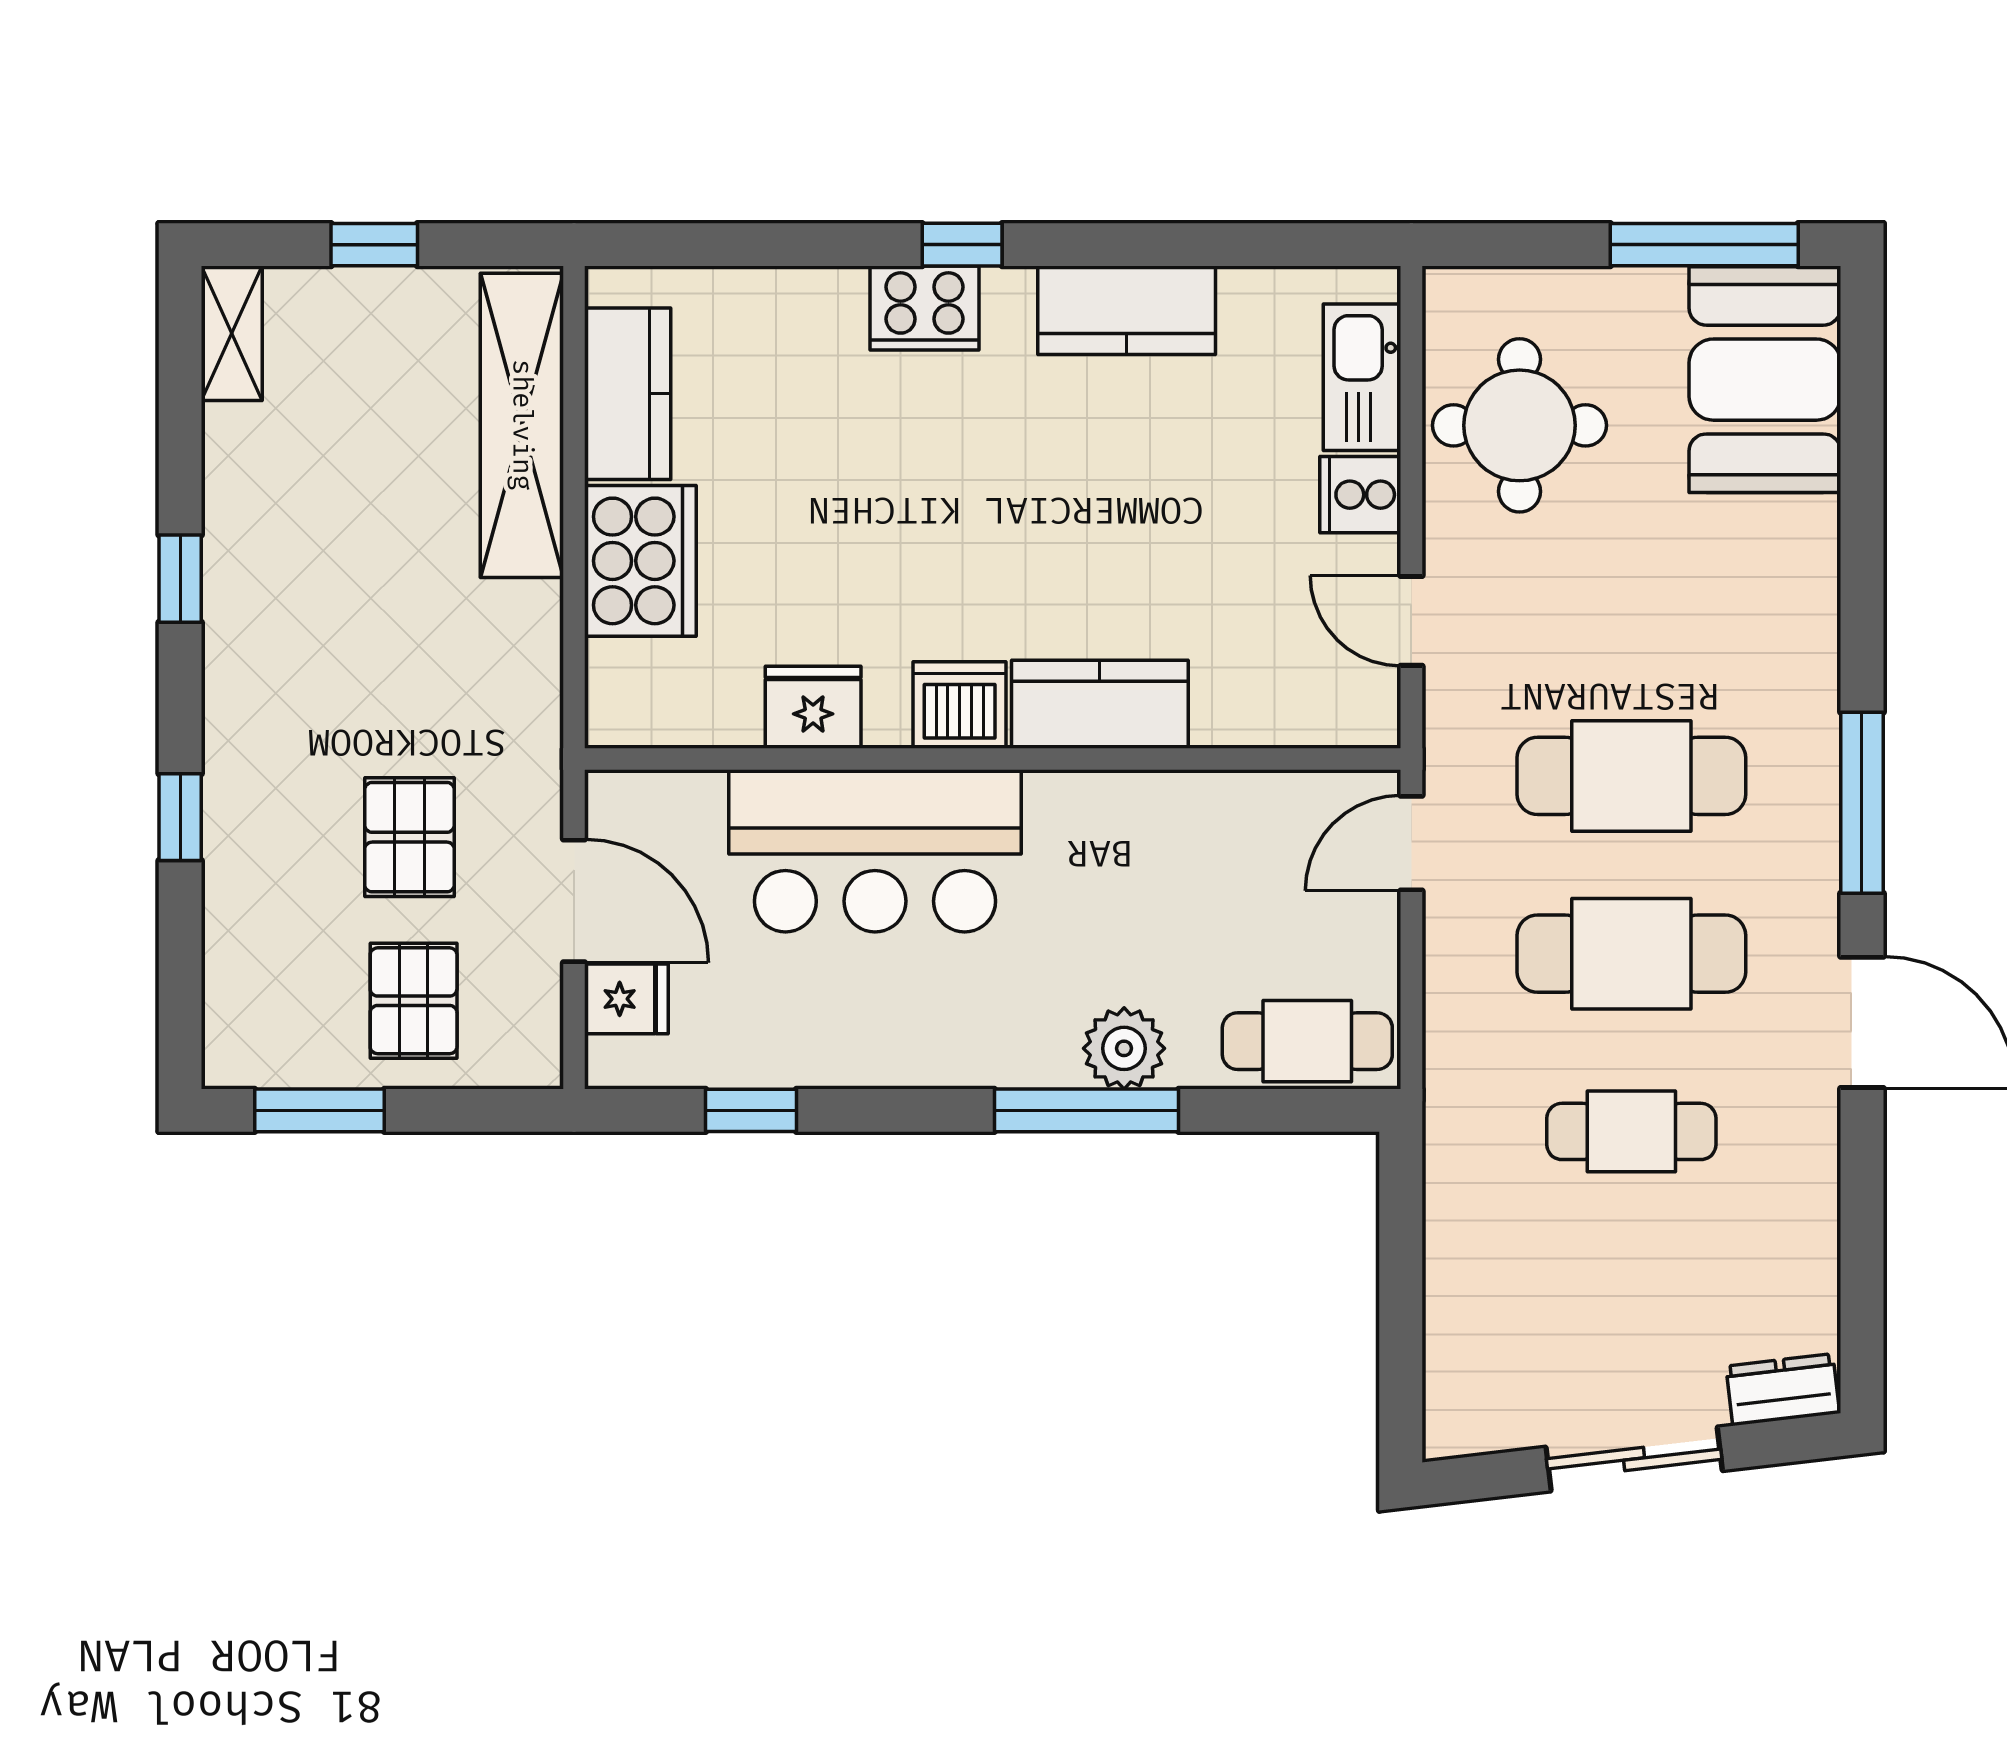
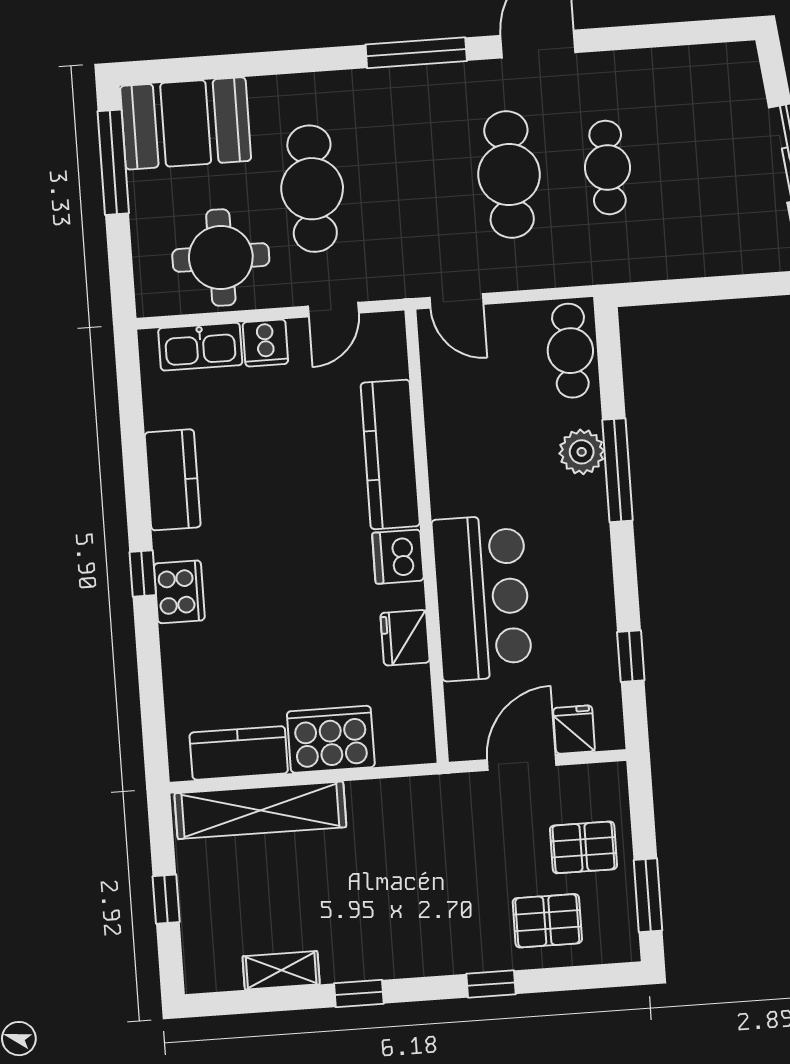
shelving: (232, 333) -> (281, 970), moved
kitchen counter: (1100, 704) -> (390, 454), width x1.50
cafe table: (1631, 776) -> (312, 189), moved
pallet: (409, 837) -> (547, 921), moved
dresser: (1783, 1390) -> (745, 73), removed

